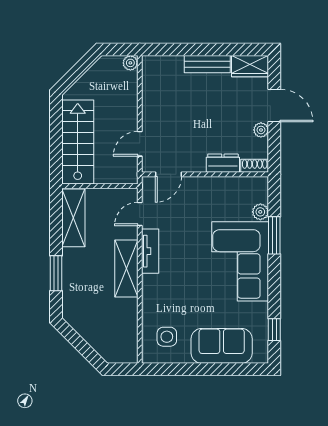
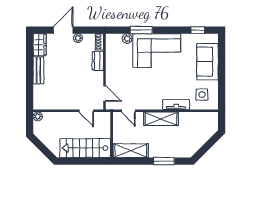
tv unit: (150, 251) -> (176, 105), moved

